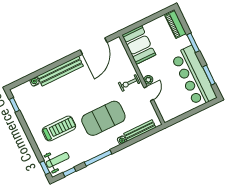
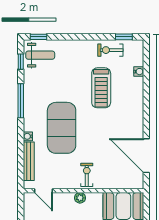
bench: (60, 71) -> (137, 106), removed
door: (149, 94) -> (43, 191), moved
exercise bike: (29, 110) -> (110, 50), added
treadmill: (59, 129) -> (101, 88), moved
weight bench: (58, 160) -> (40, 55), turned -90

